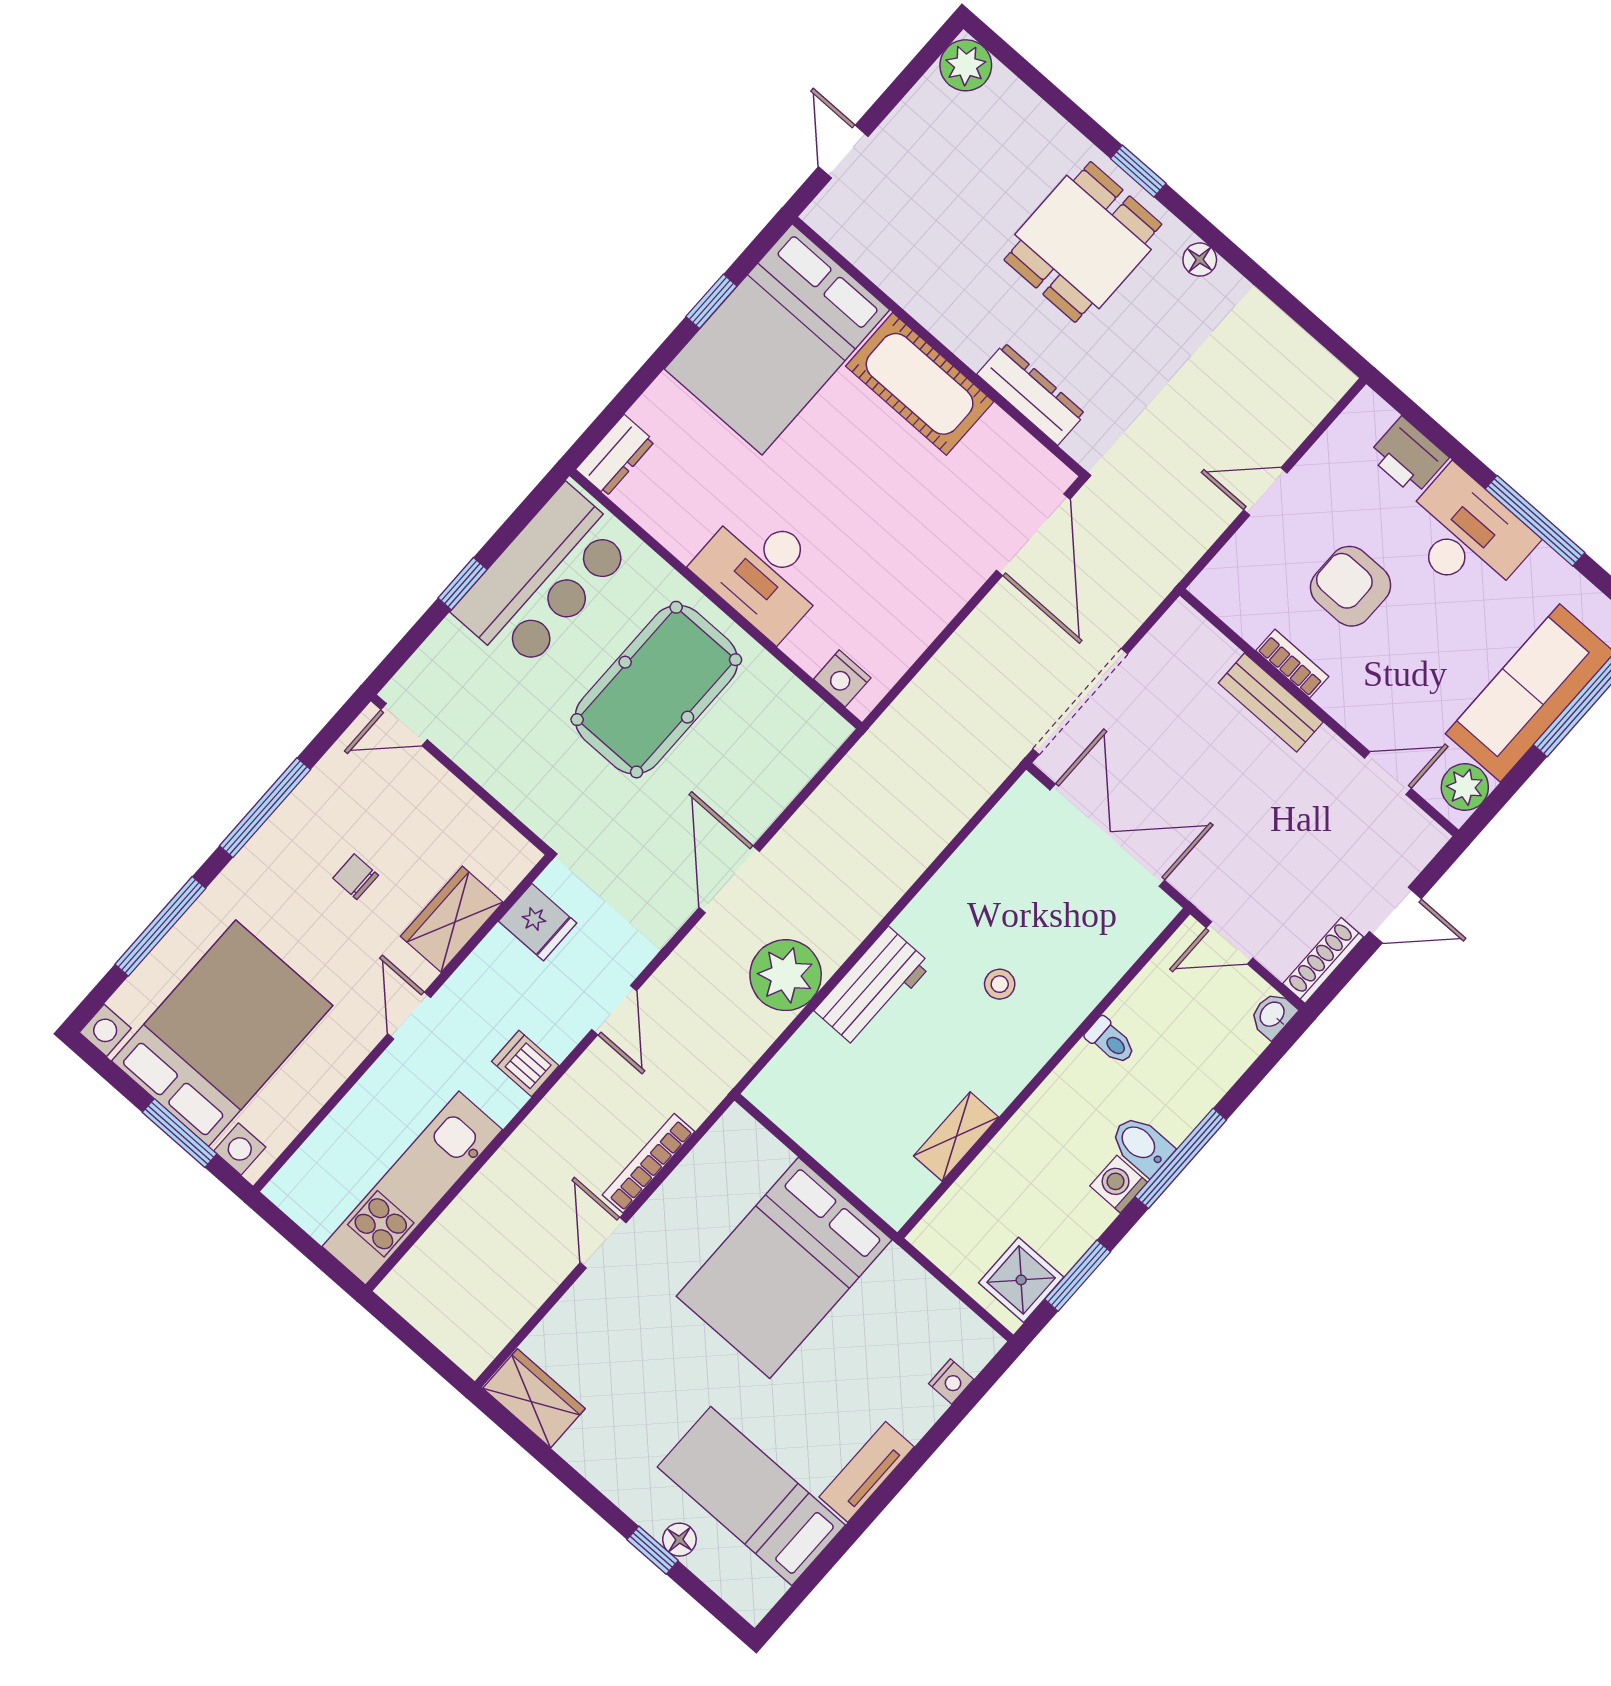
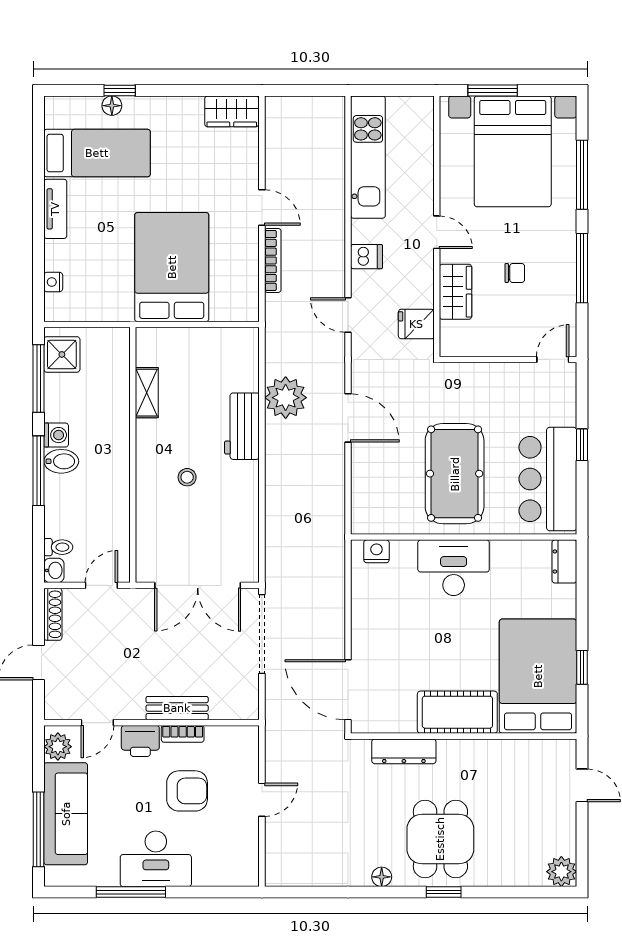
printer: (1408, 456) -> (140, 741), moved, turned 180
toilet: (1111, 1041) -> (58, 547), moved, turned 180
window: (1078, 1276) -> (39, 378), width x1.44

